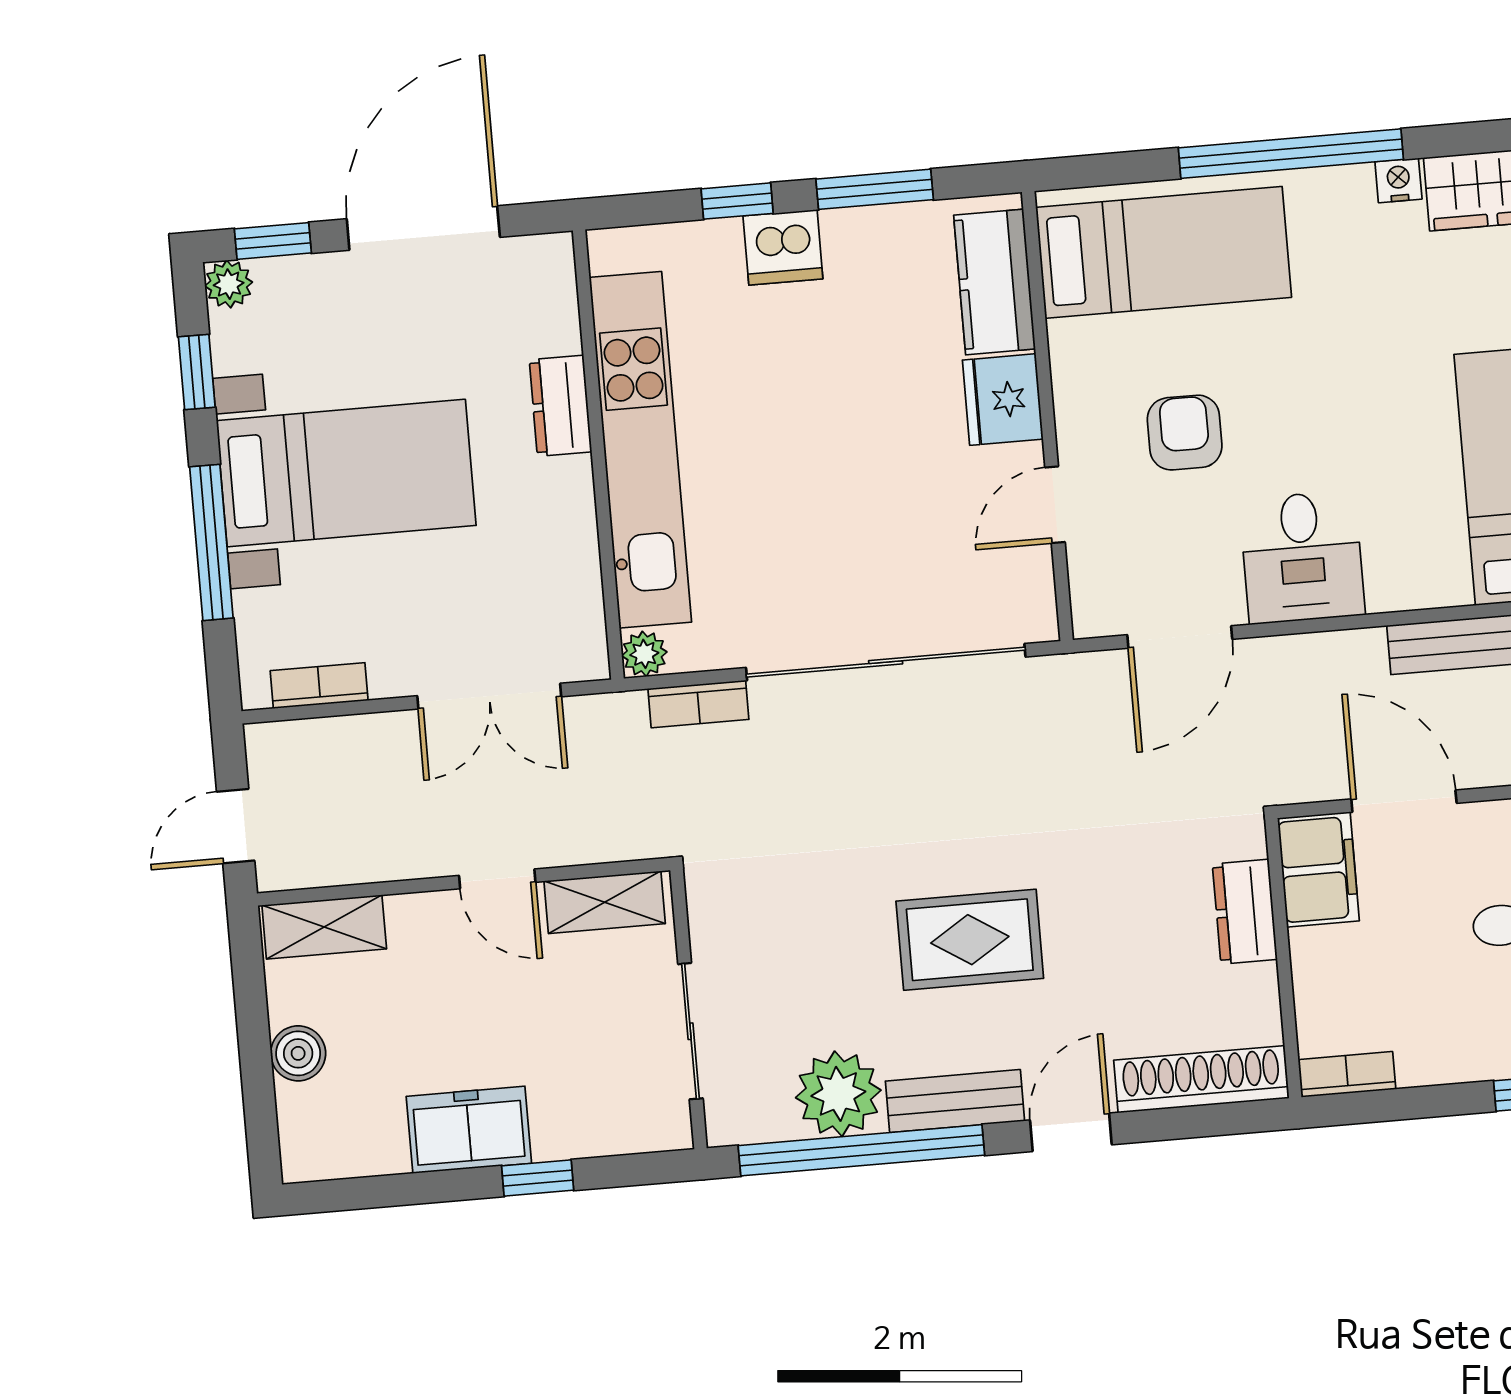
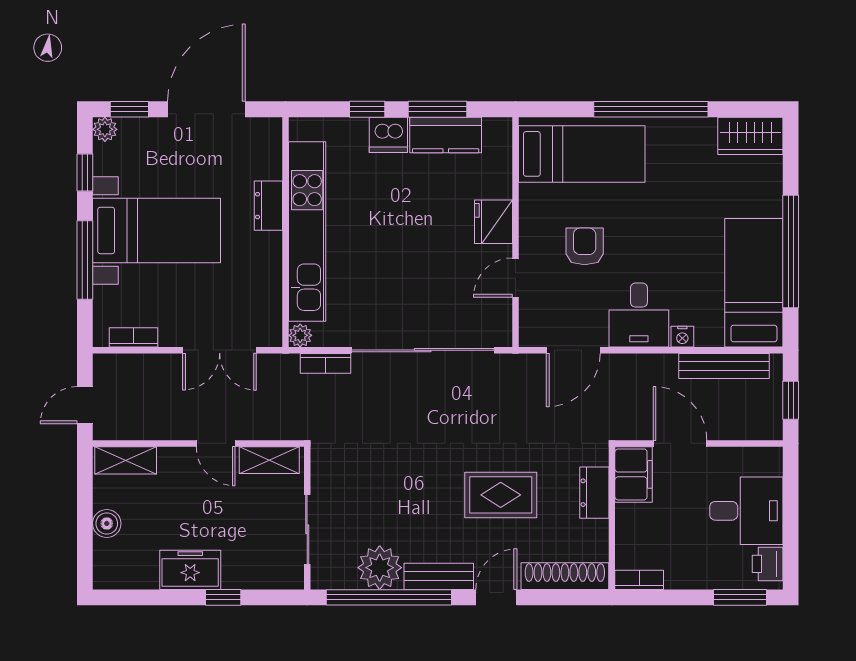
nightstand: (1398, 180) -> (682, 337), moved, turned 180
kitchen counter: (995, 282) -> (446, 135), moved, turned -90
rug: (970, 940) -> (501, 495), moved

